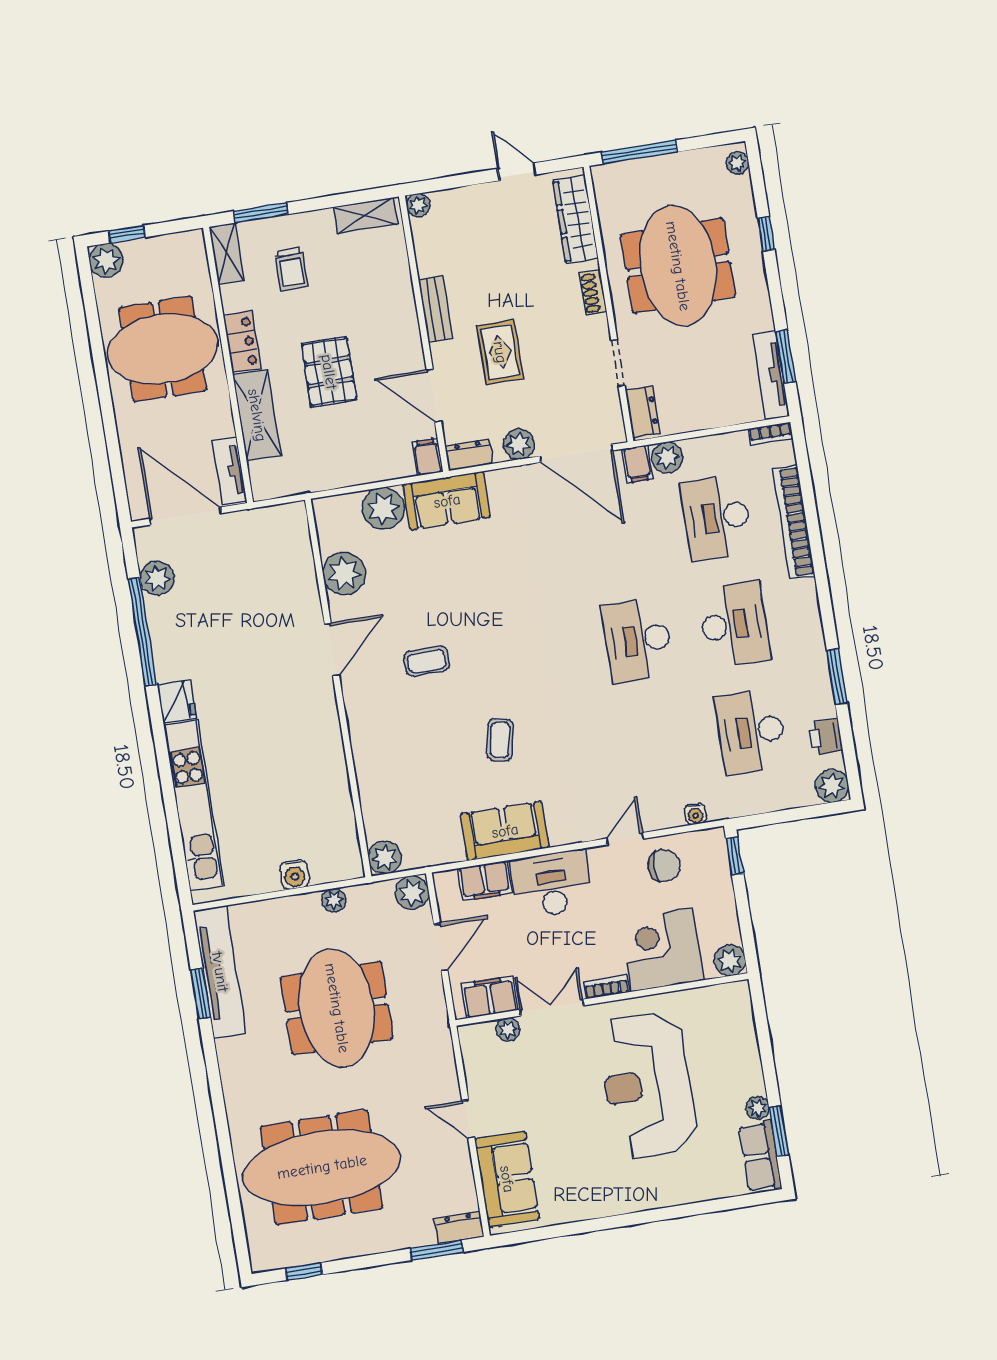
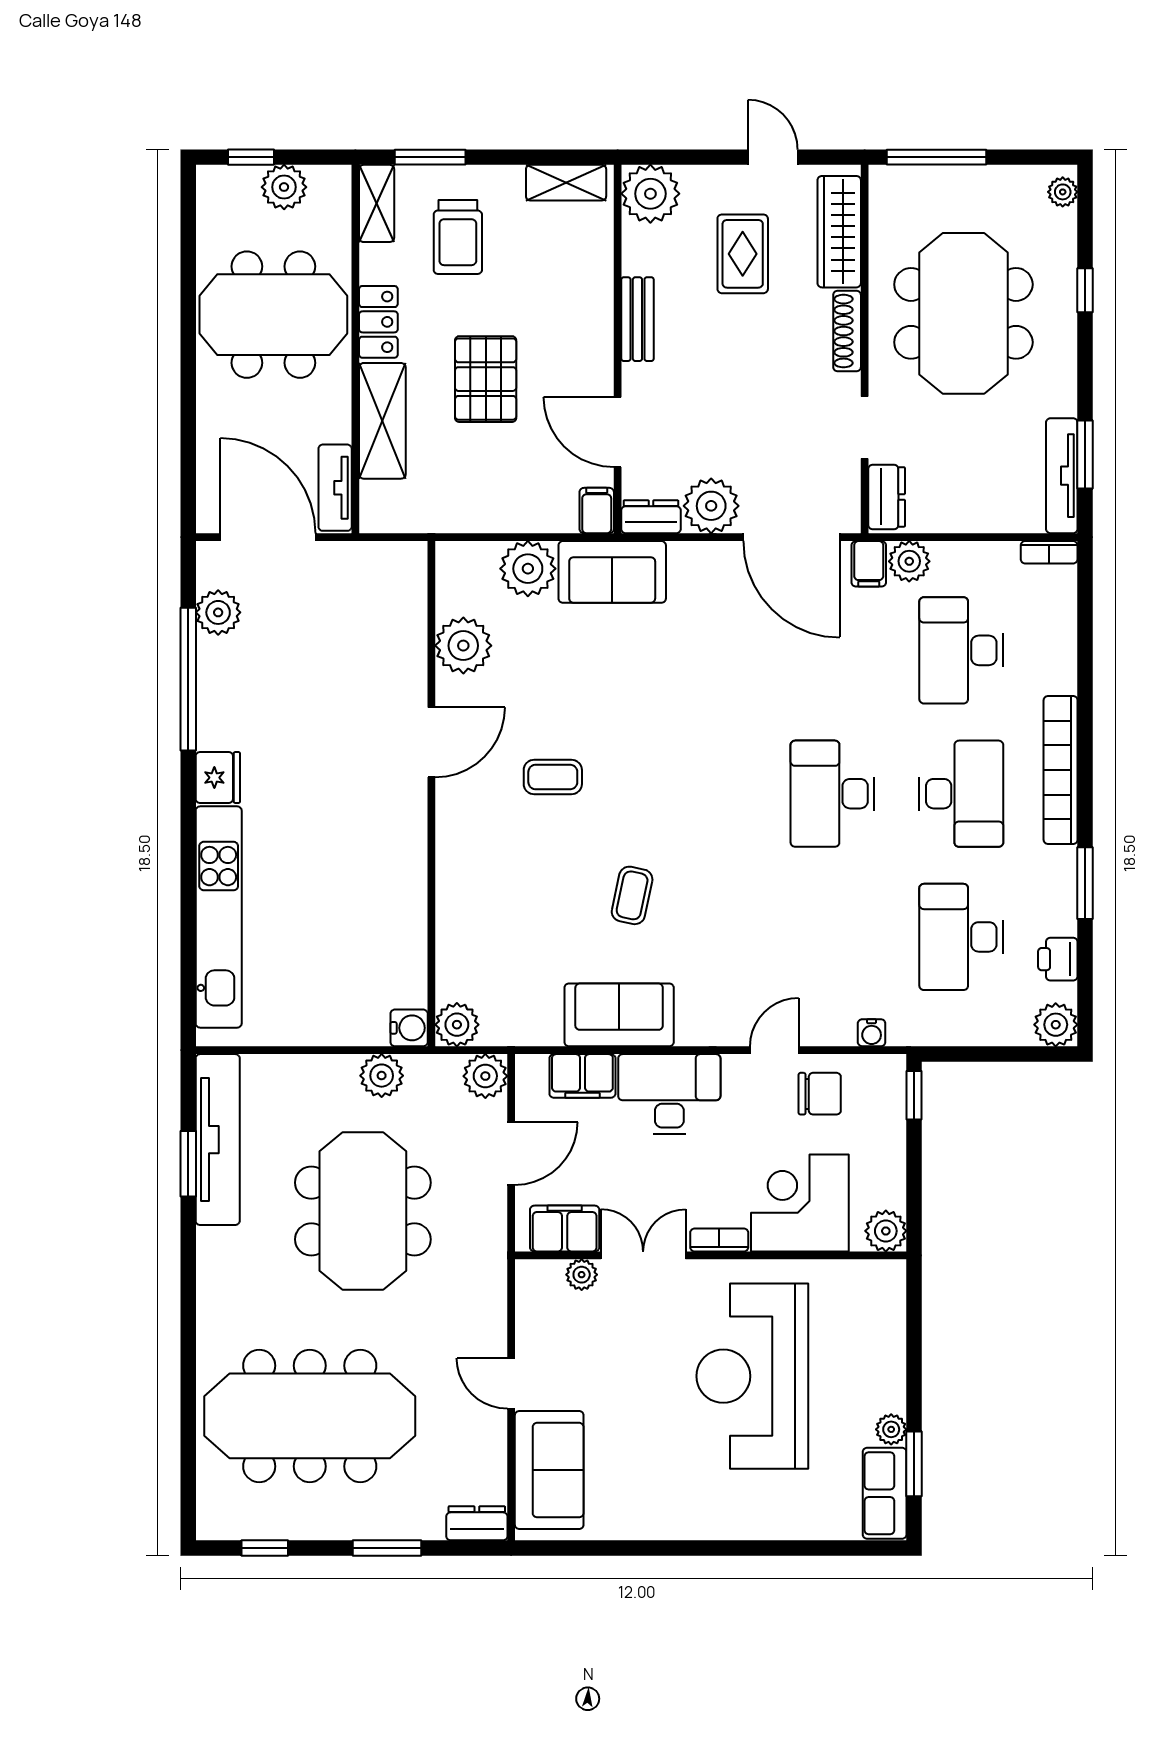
plant: (418, 205) -> (650, 194), width x1.87, depth x1.87
plant: (106, 260) -> (284, 187), moved
trolley: (291, 269) -> (458, 237), width x1.36, depth x1.39
shoe rack: (593, 293) -> (847, 331), width x1.43
rug: (500, 352) -> (743, 254), moved
plant: (519, 444) -> (711, 506), width x1.36, depth x1.36
bookcase: (794, 522) -> (1061, 770), moved
water cooler: (294, 874) -> (409, 1028), moved, turned -90
plant: (334, 900) -> (382, 1076), width x1.38, depth x1.38
window: (437, 1250) -> (387, 1548), moved

